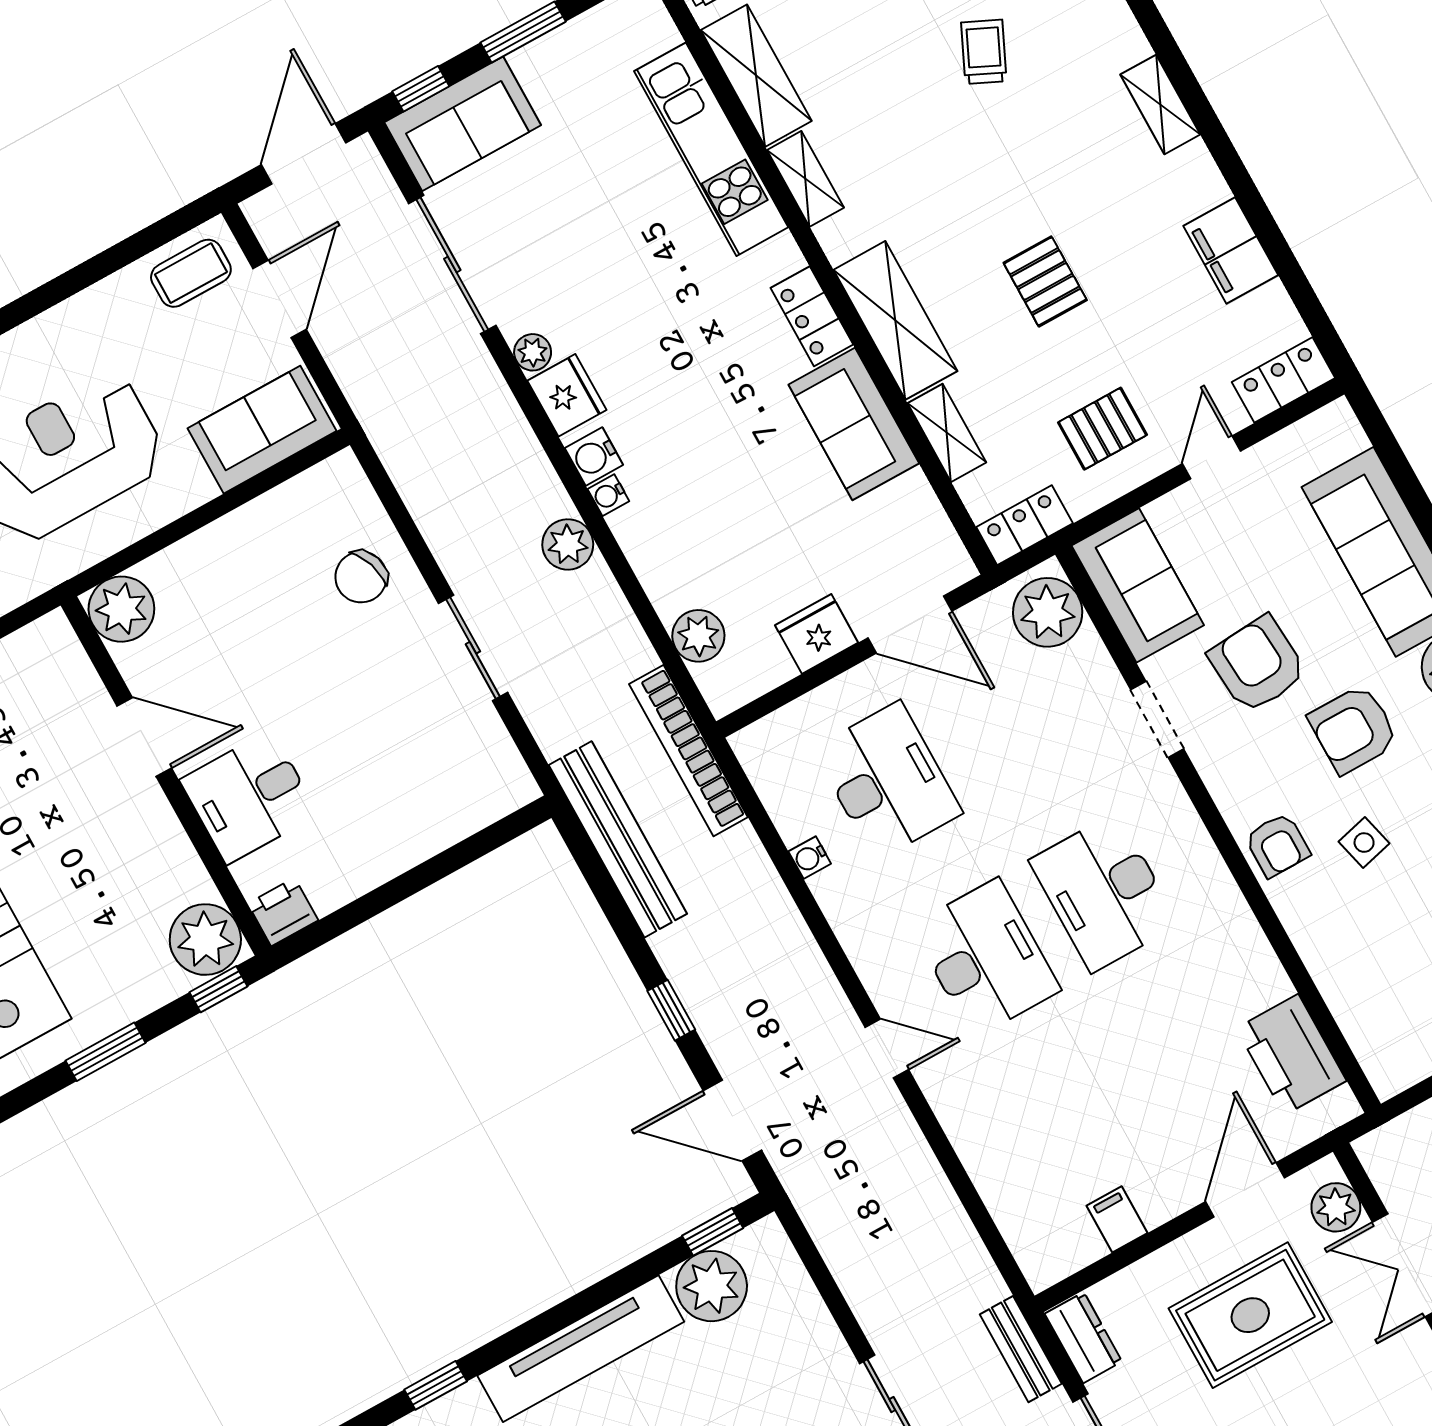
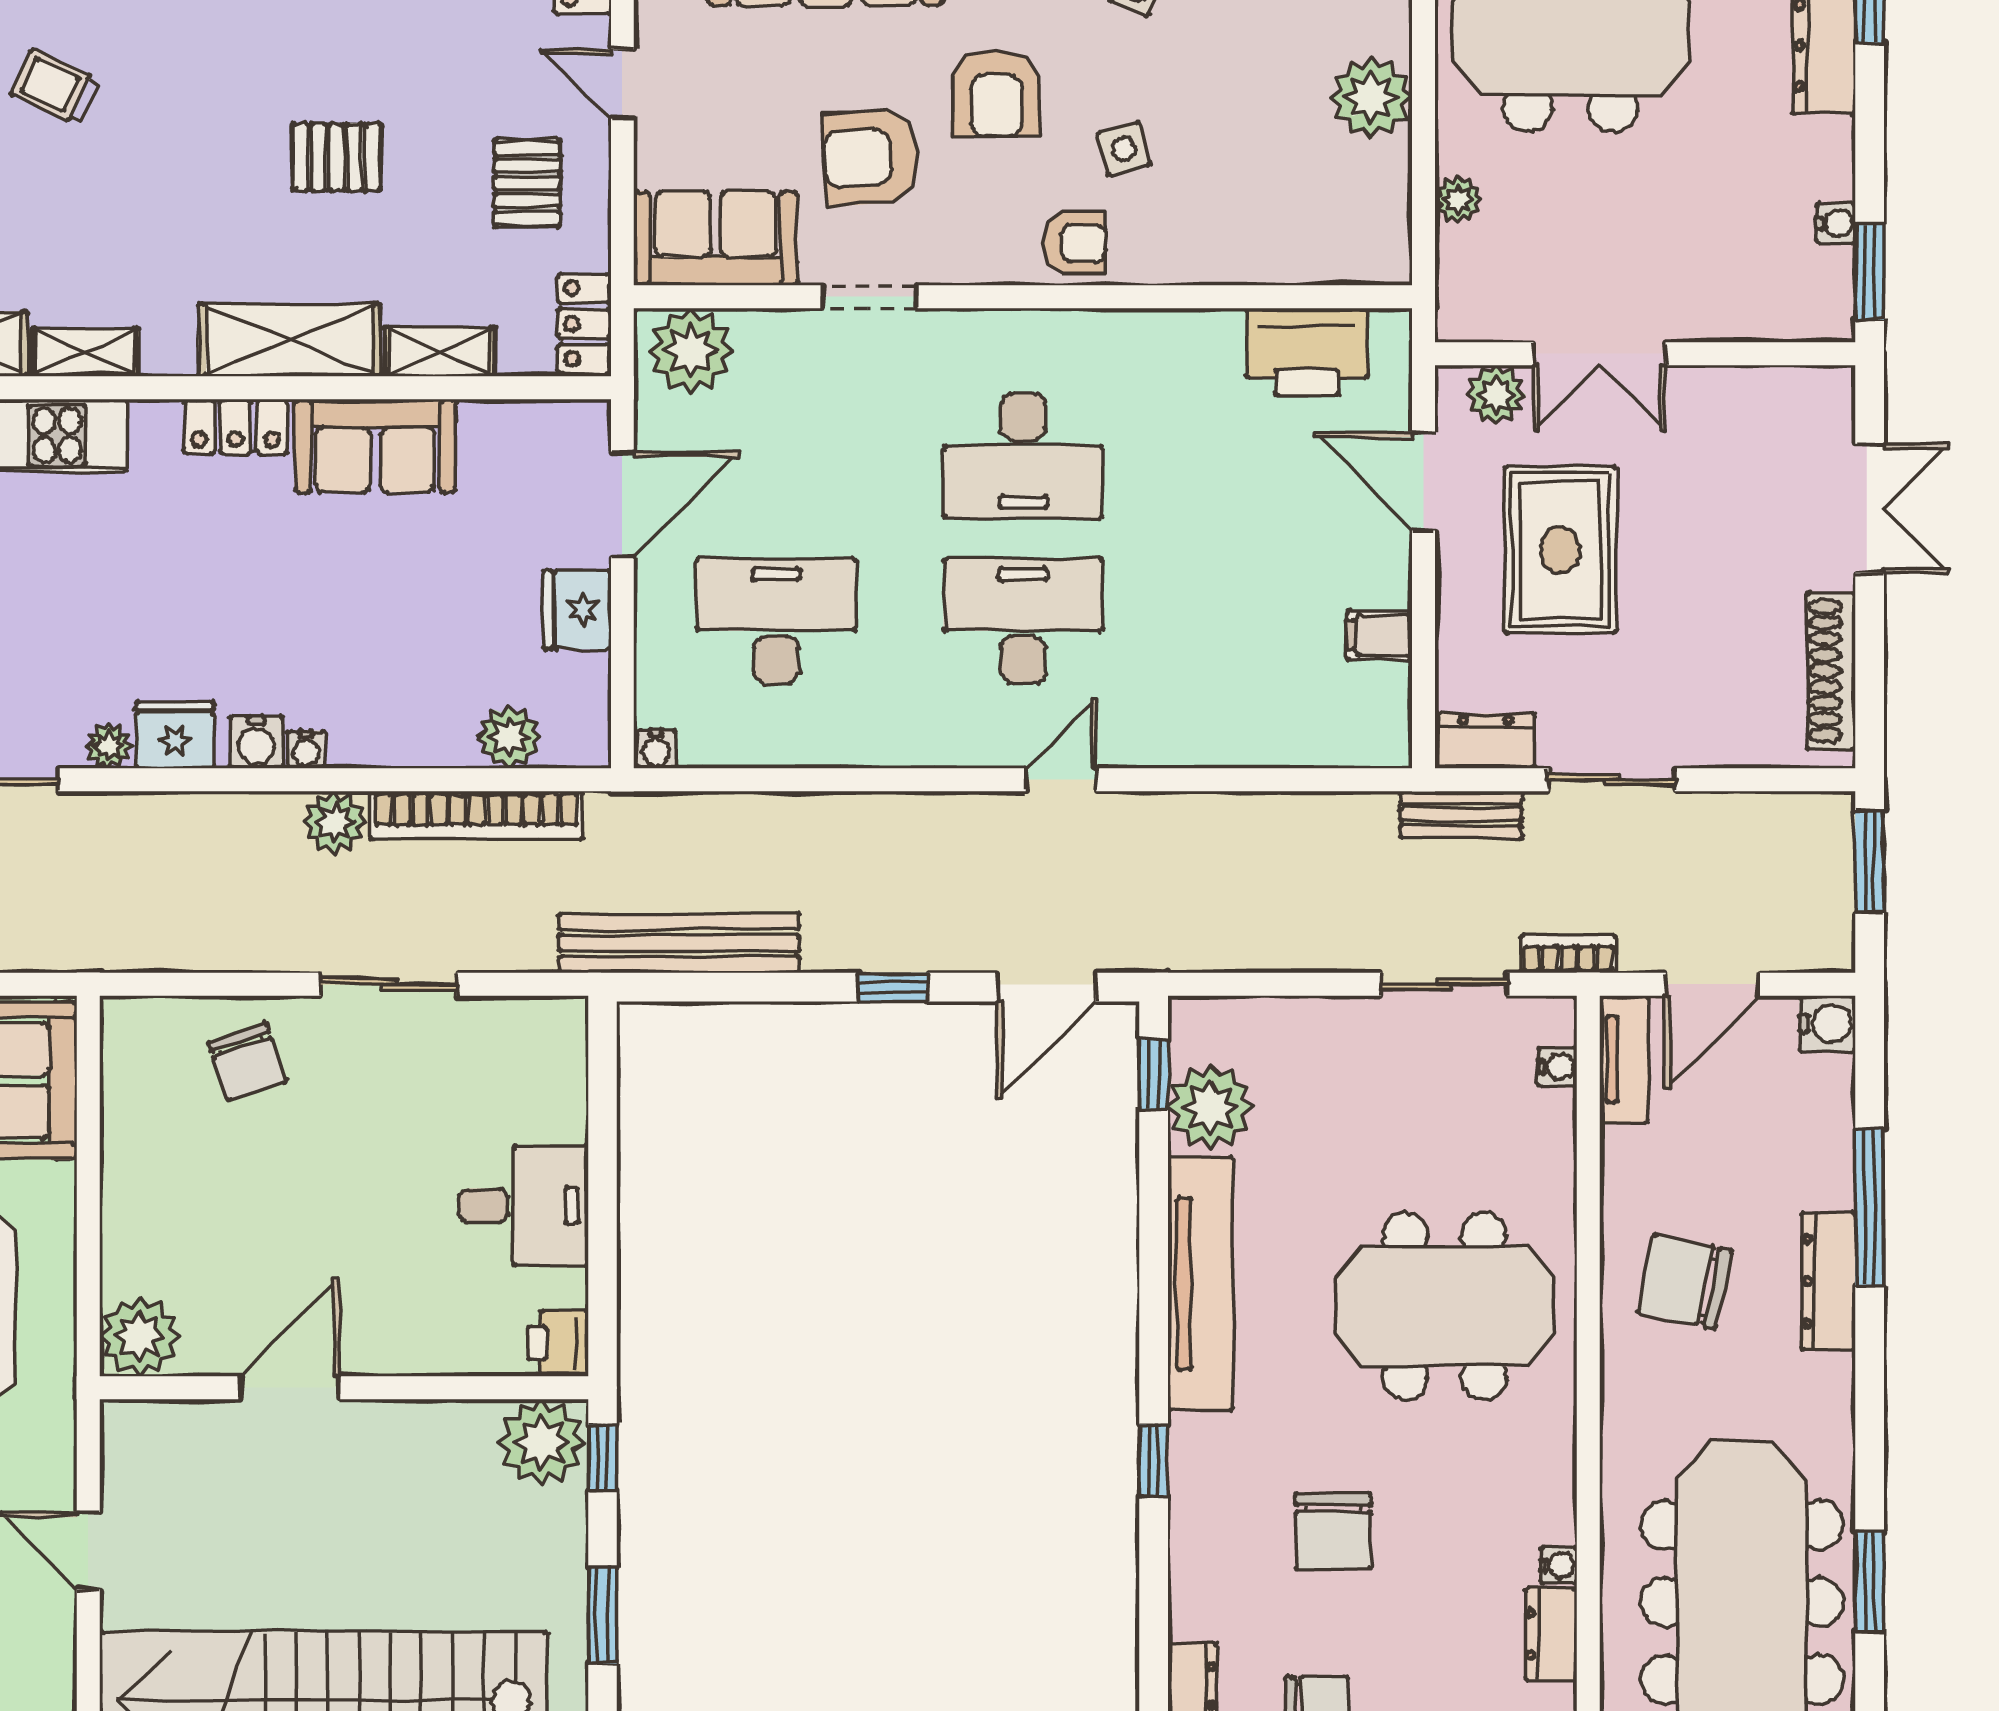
bookcase: (688, 751) -> (476, 815), moved
desk: (249, 797) -> (523, 1205), moved, turned -90
water cooler: (810, 858) -> (656, 749), moved

